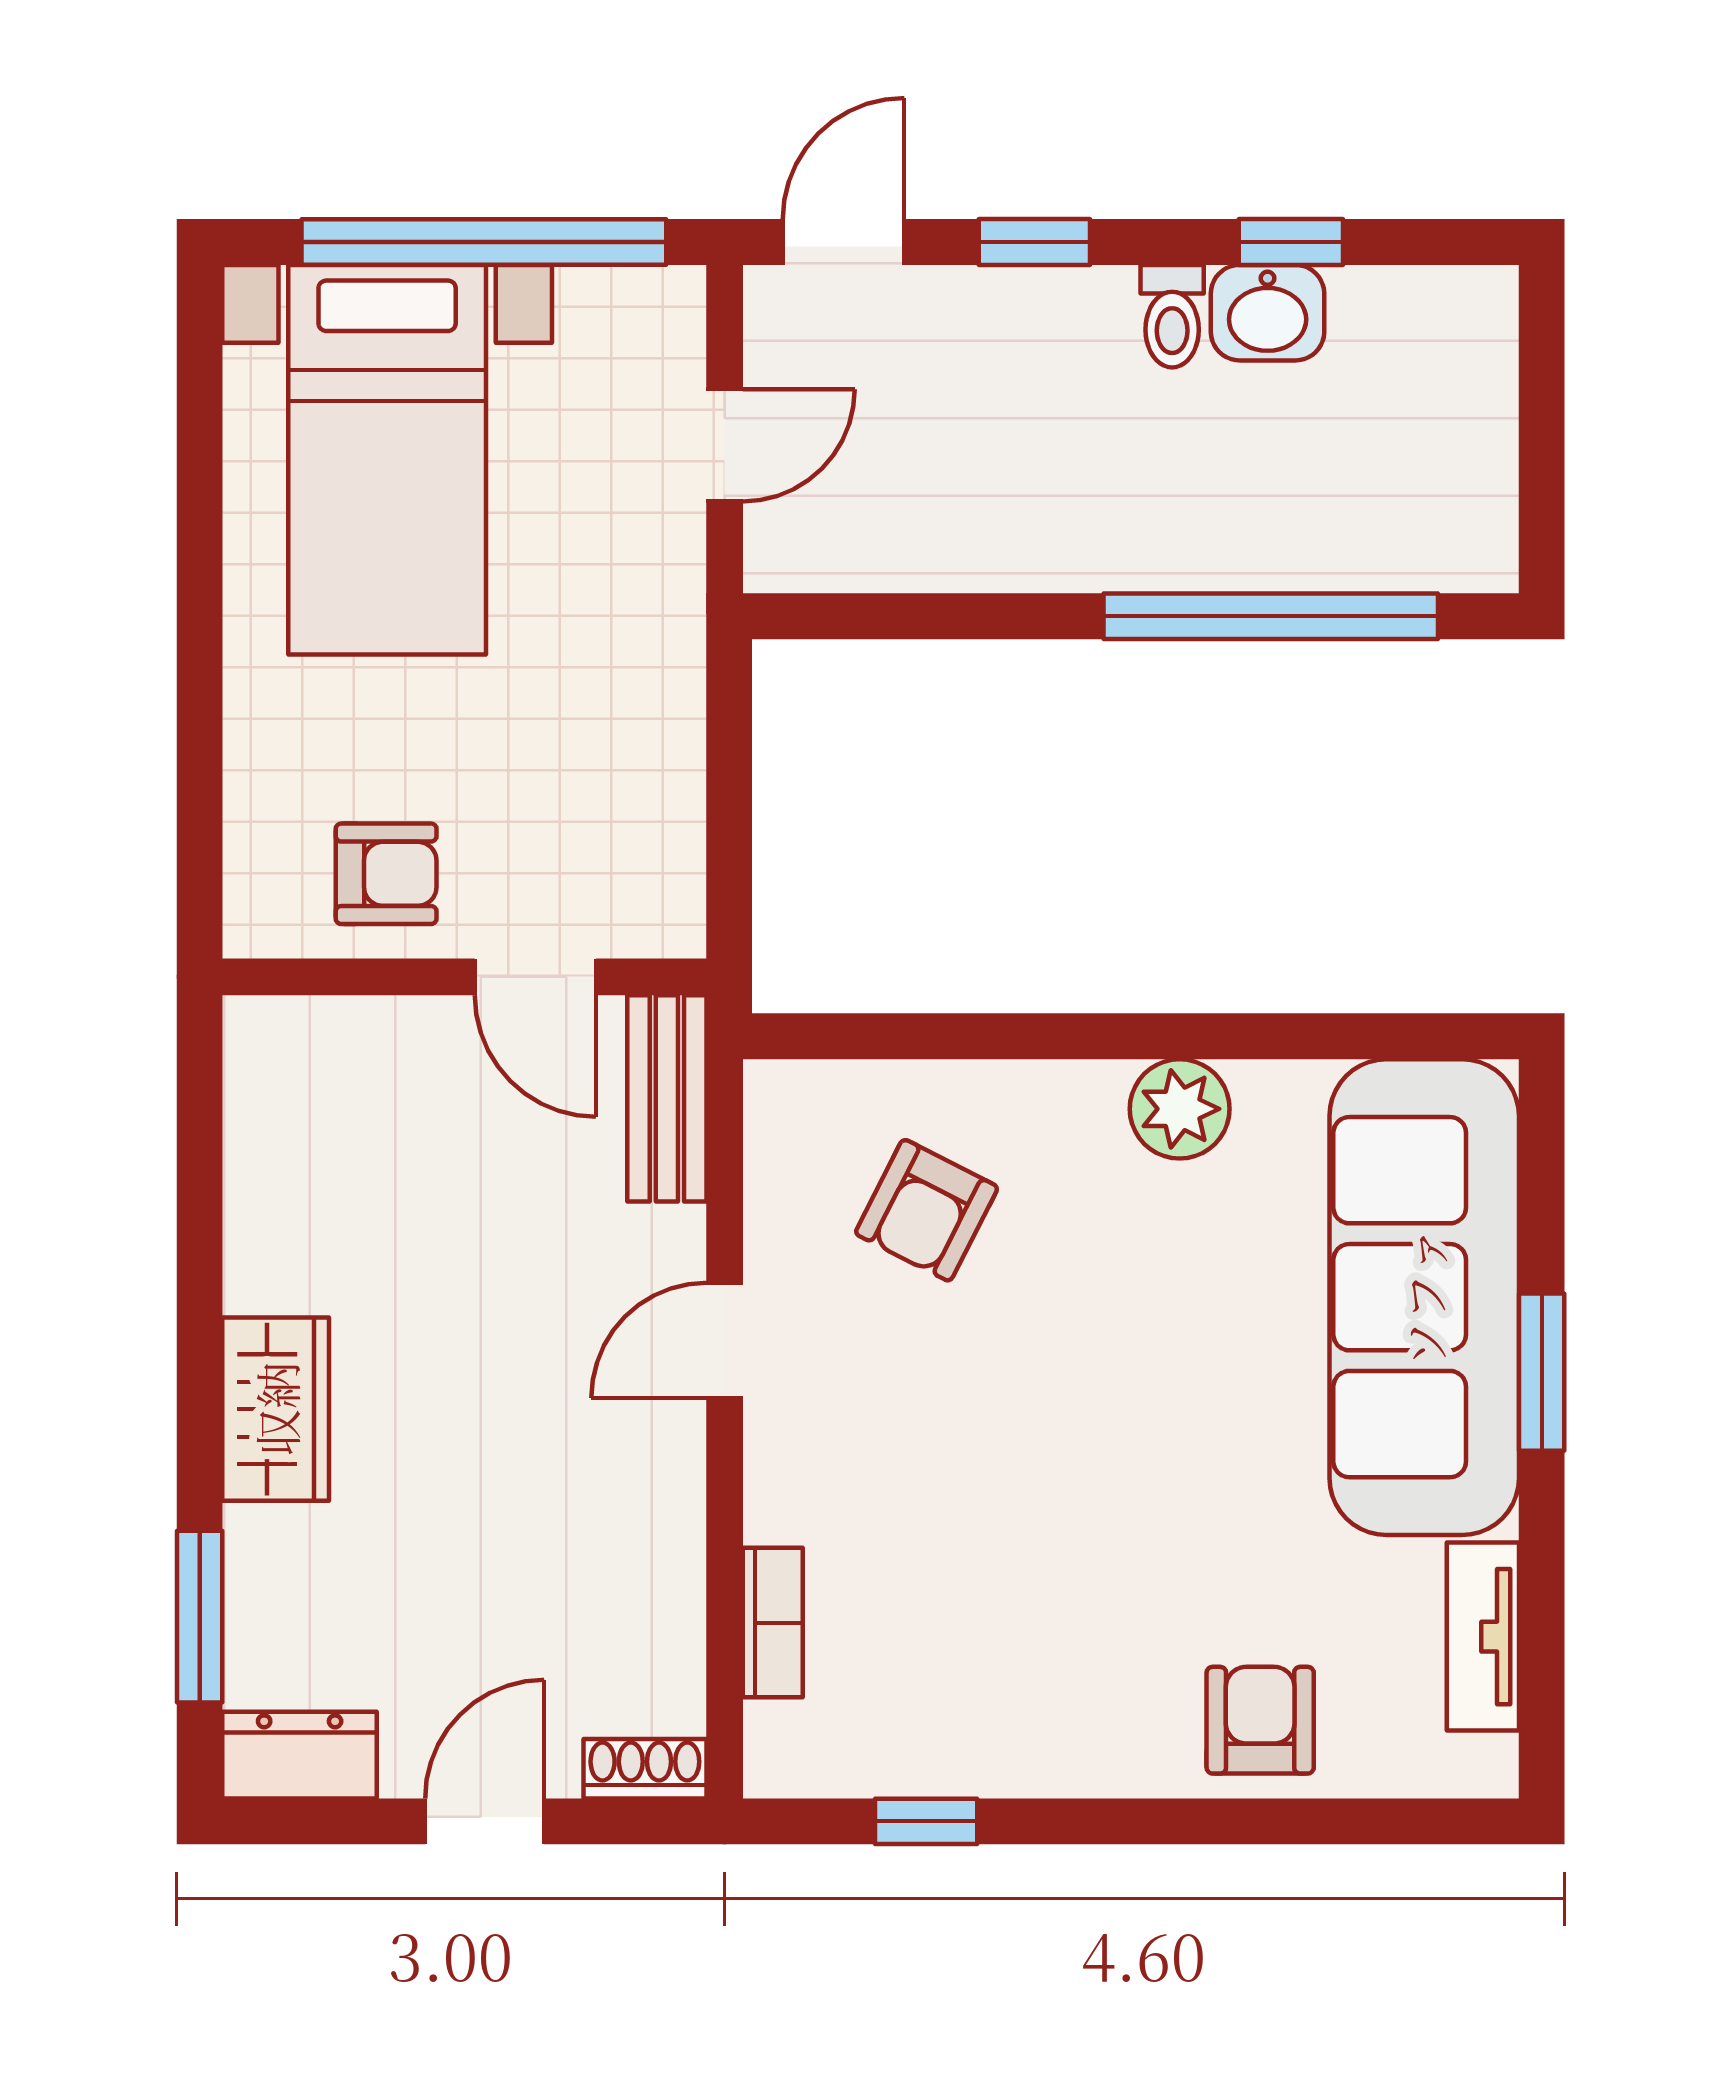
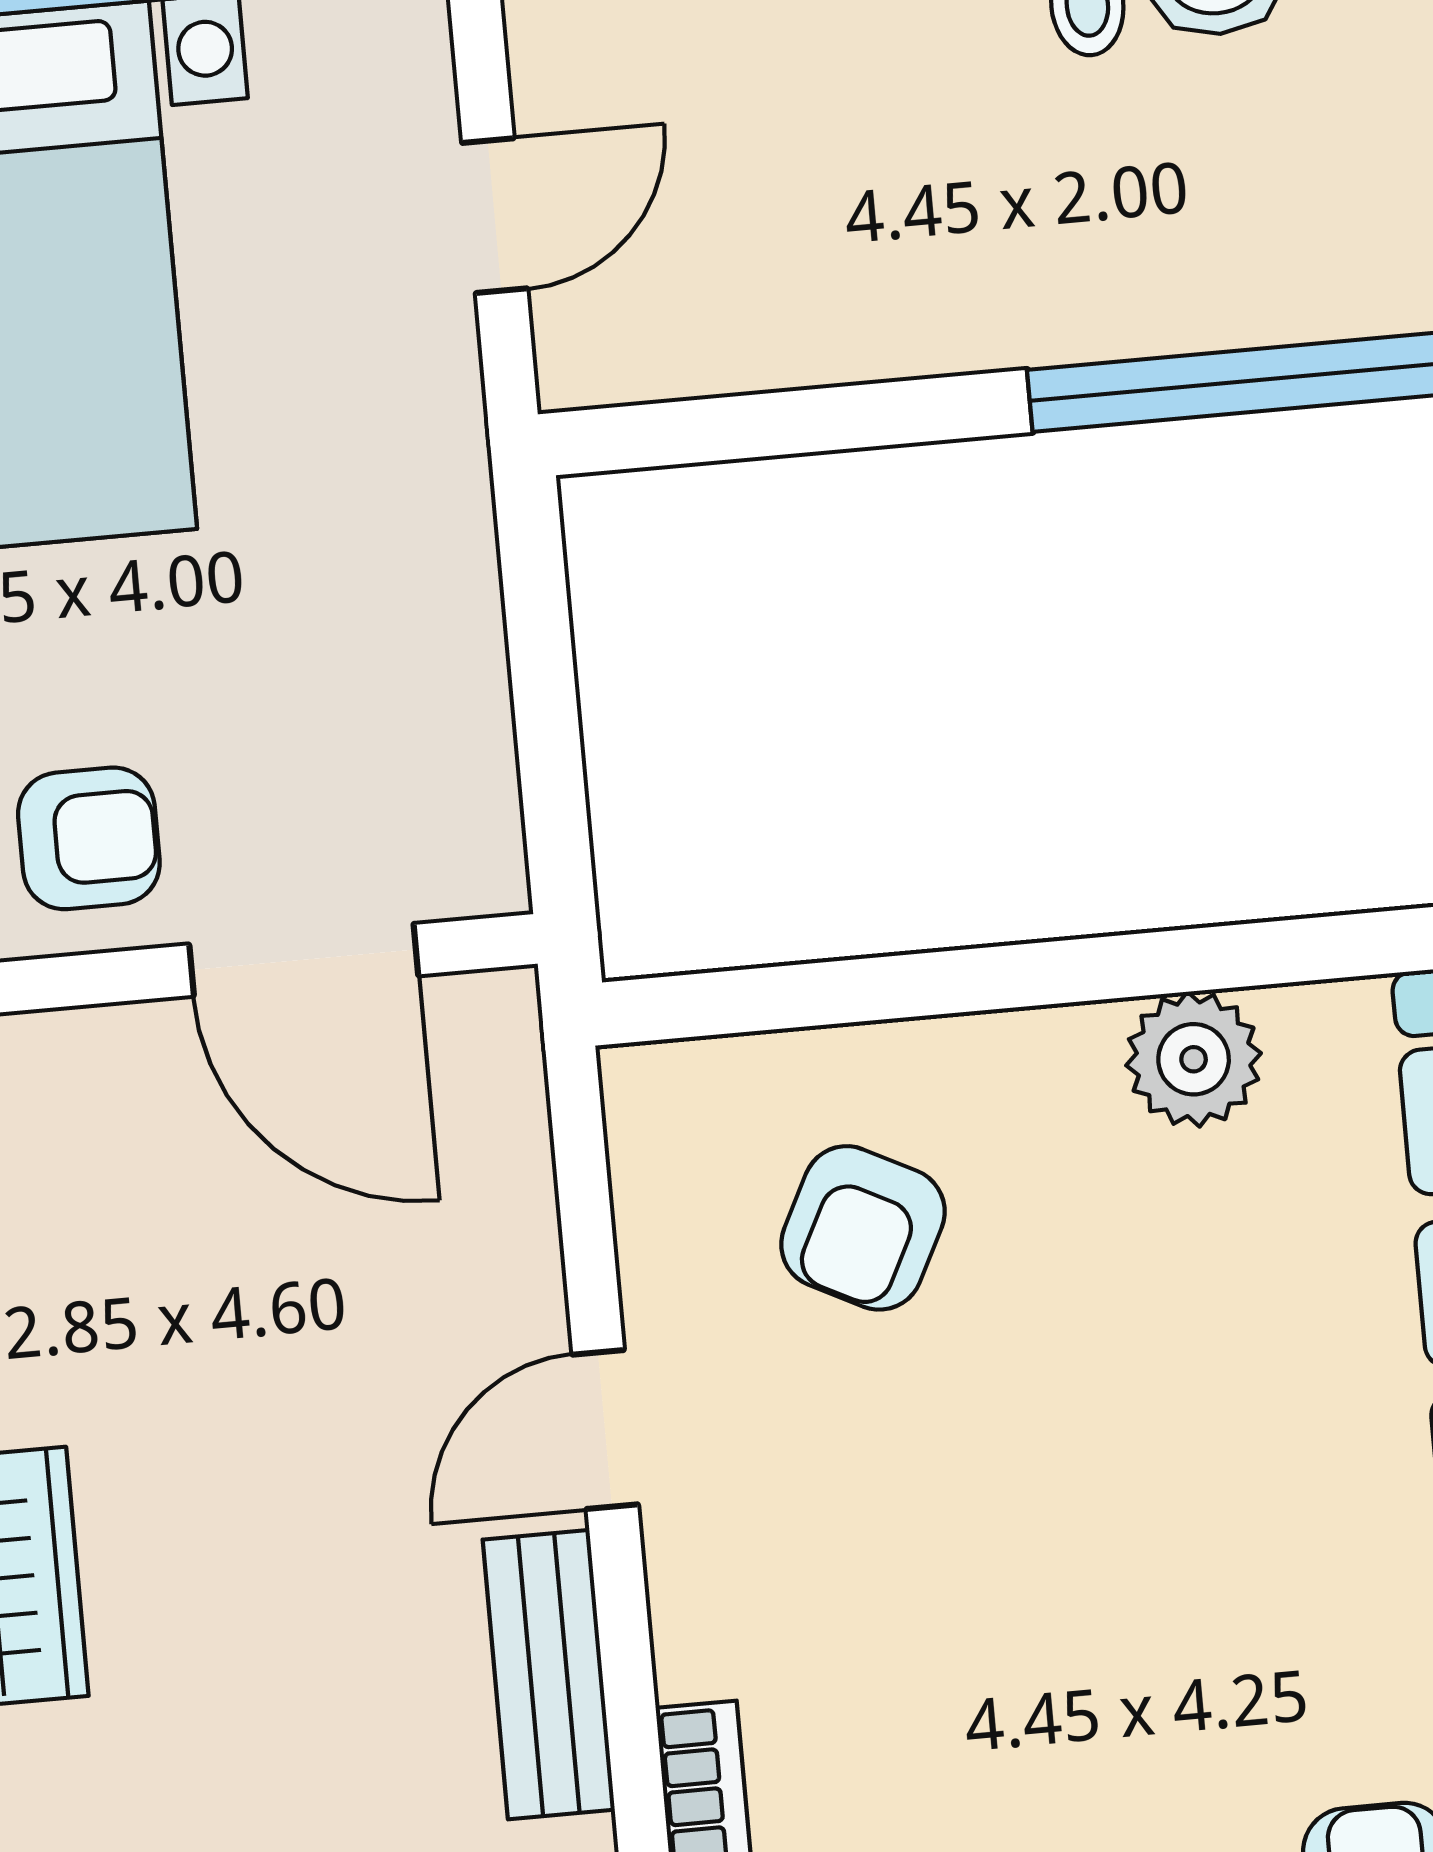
door: (535, 977) -> (304, 960), width x1.38
bench: (667, 1098) -> (549, 1675), moved

